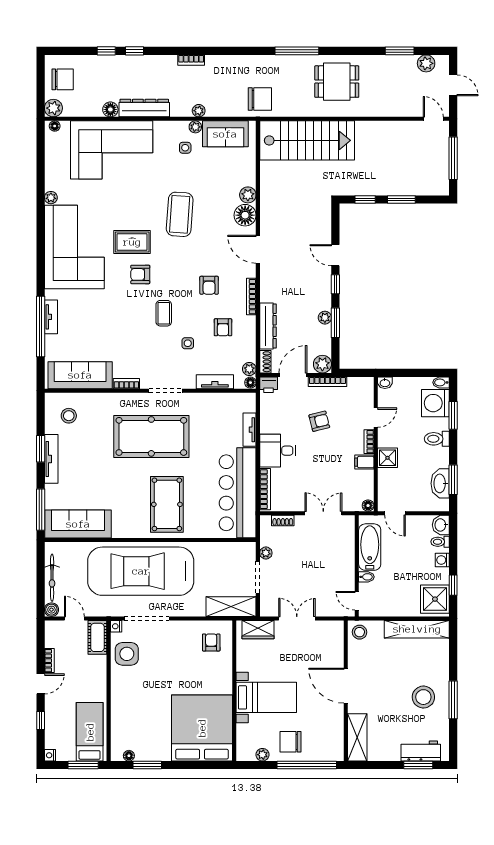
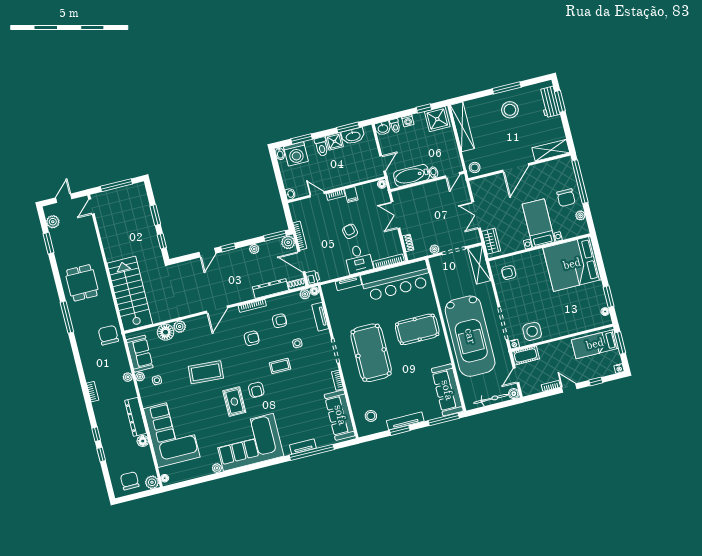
floor lamp: (245, 215) -> (166, 332), moved
window: (335, 323) -> (275, 236), moved
armchair: (319, 421) -> (350, 231), moved
shower: (388, 458) -> (334, 141), moved

